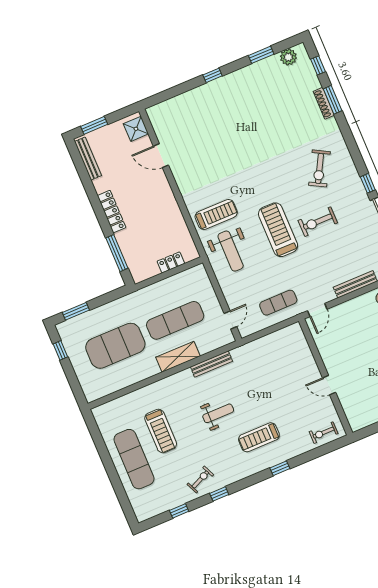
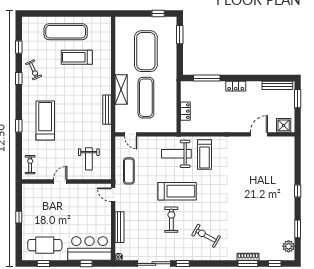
locker: (112, 212) -> (236, 86), width x0.66
weight bench: (218, 413) -> (89, 159), moved
treadmill: (259, 437) -> (45, 121), width x1.37, depth x1.38

